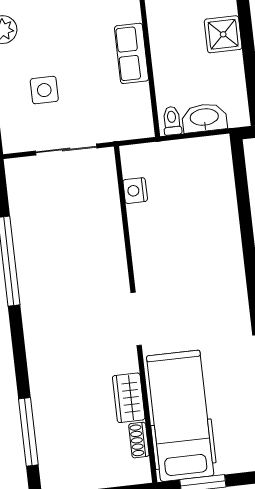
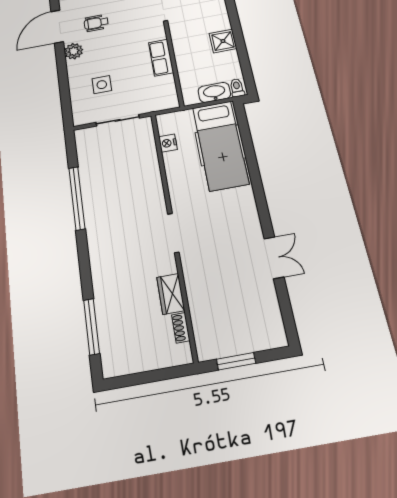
toilet: (172, 121) -> (237, 88), moved
hospital bed: (180, 416) -> (220, 145), moved, turned 180

